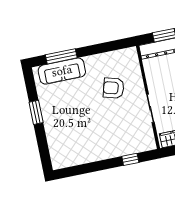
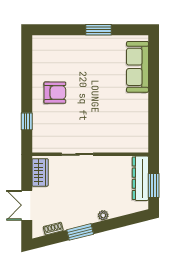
window: (61, 56) -> (154, 69), removed
armchair: (114, 88) -> (55, 93), moved, turned 74

